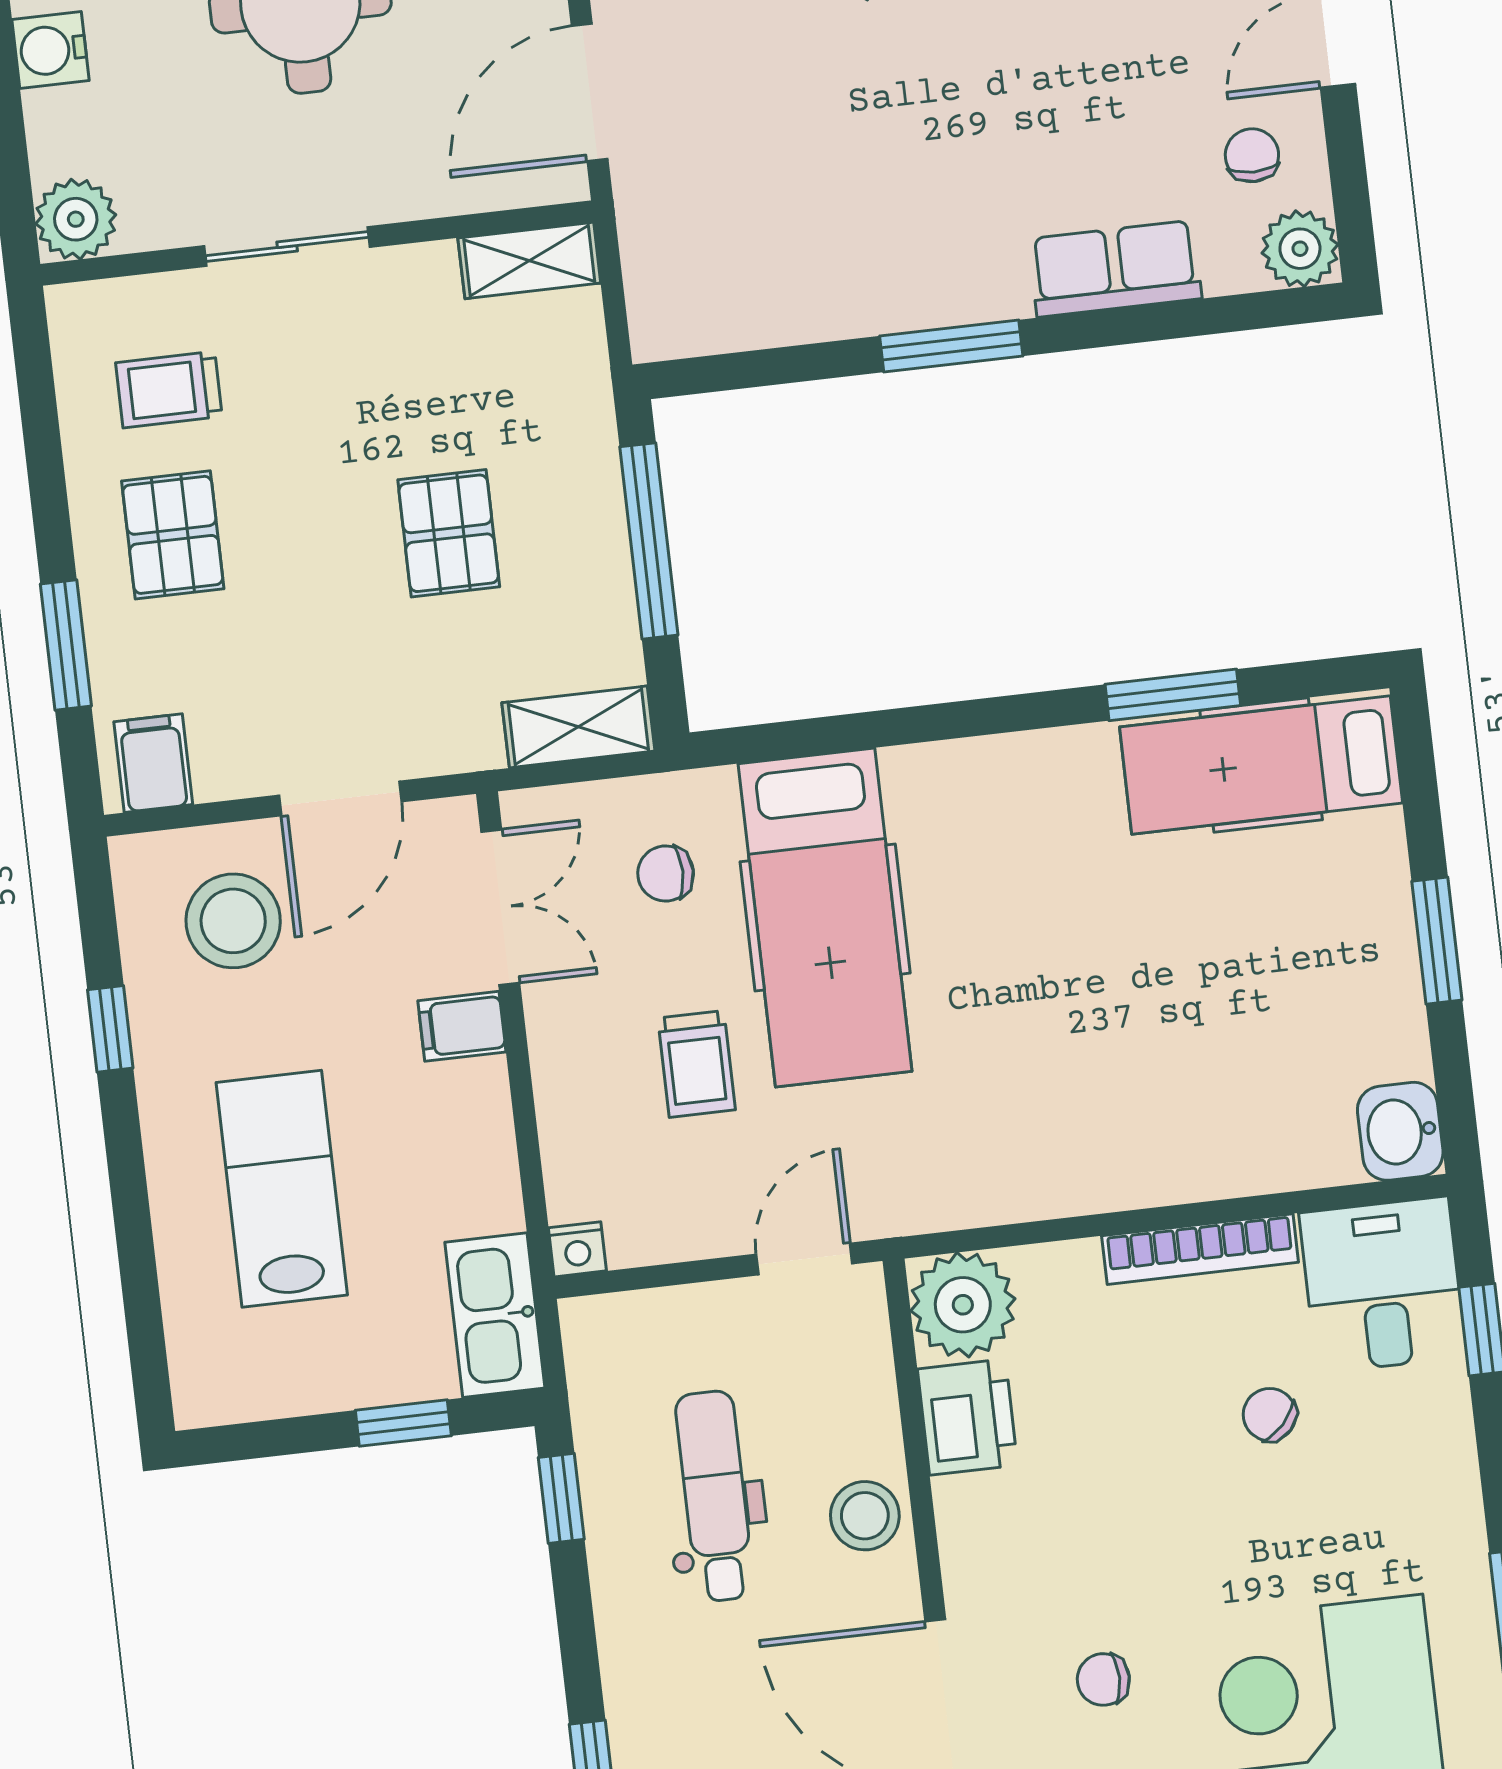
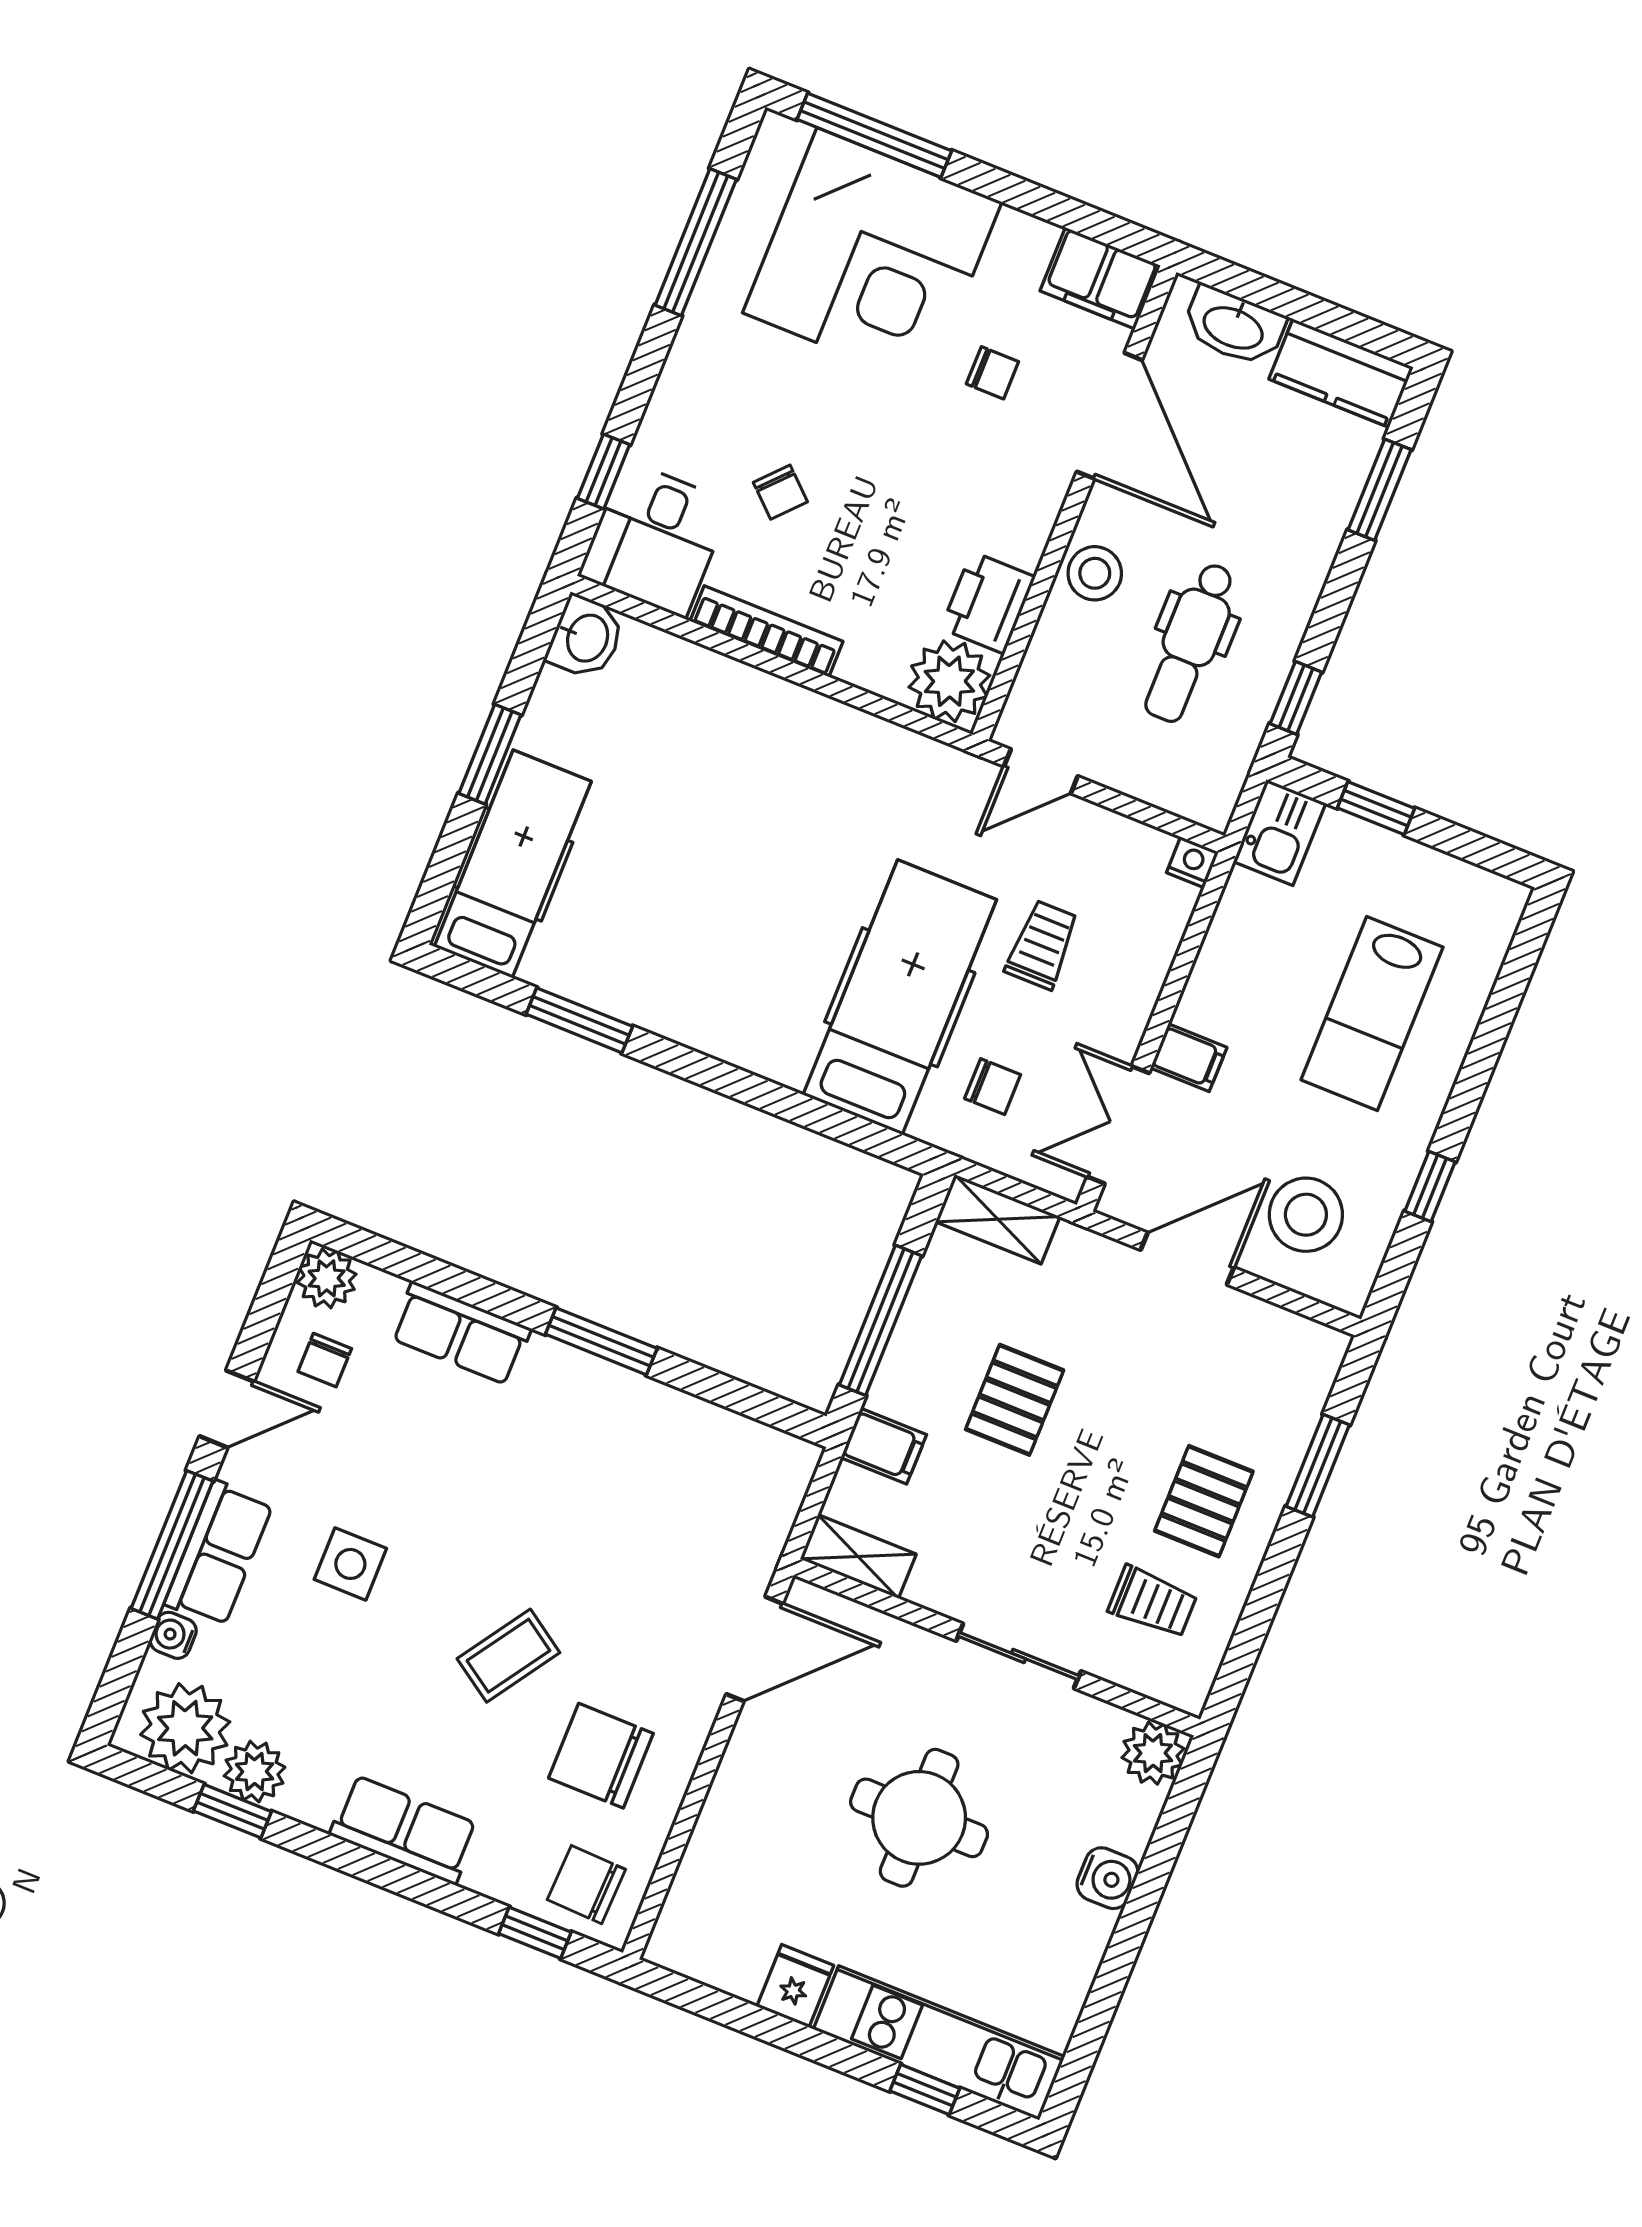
filing cabinet: (153, 763) -> (884, 1446), moved, turned -90
hospital bed: (1261, 765) -> (513, 864), moved, turned -90
kitchen sink: (495, 1315) -> (1280, 832), width x0.73

